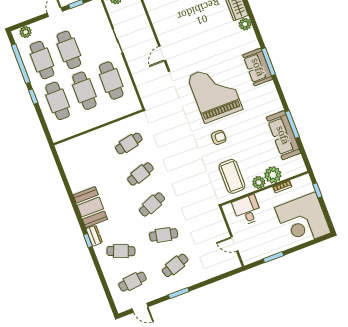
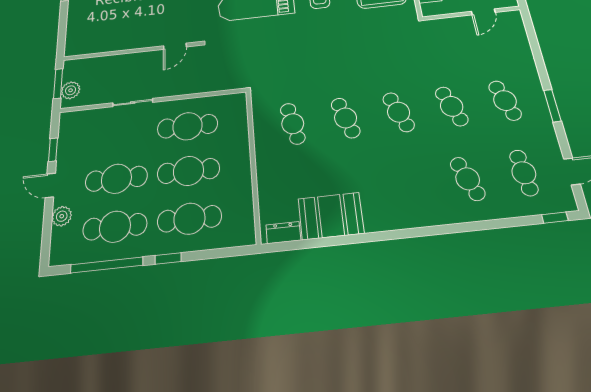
plant: (26, 32) -> (62, 216), moved
door: (162, 53) -> (175, 46), hinge flipped
booth: (90, 207) -> (331, 216), moved
cafe table: (164, 235) -> (452, 106), turned -33
dresser: (94, 236) -> (283, 233), moved
window: (88, 241) -> (555, 218), moved
cafe table: (121, 251) -> (468, 179), turned -42

